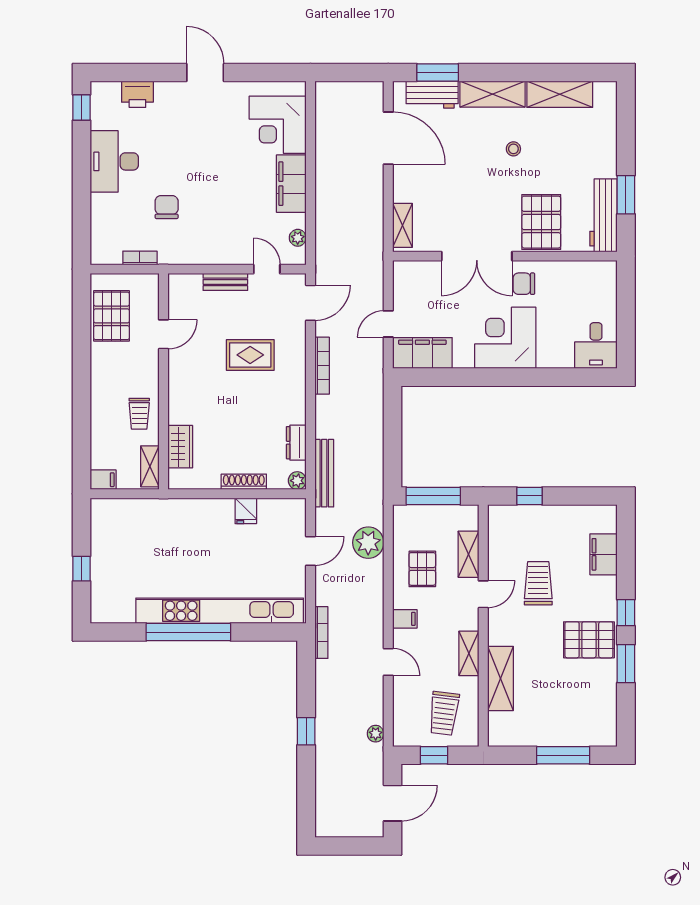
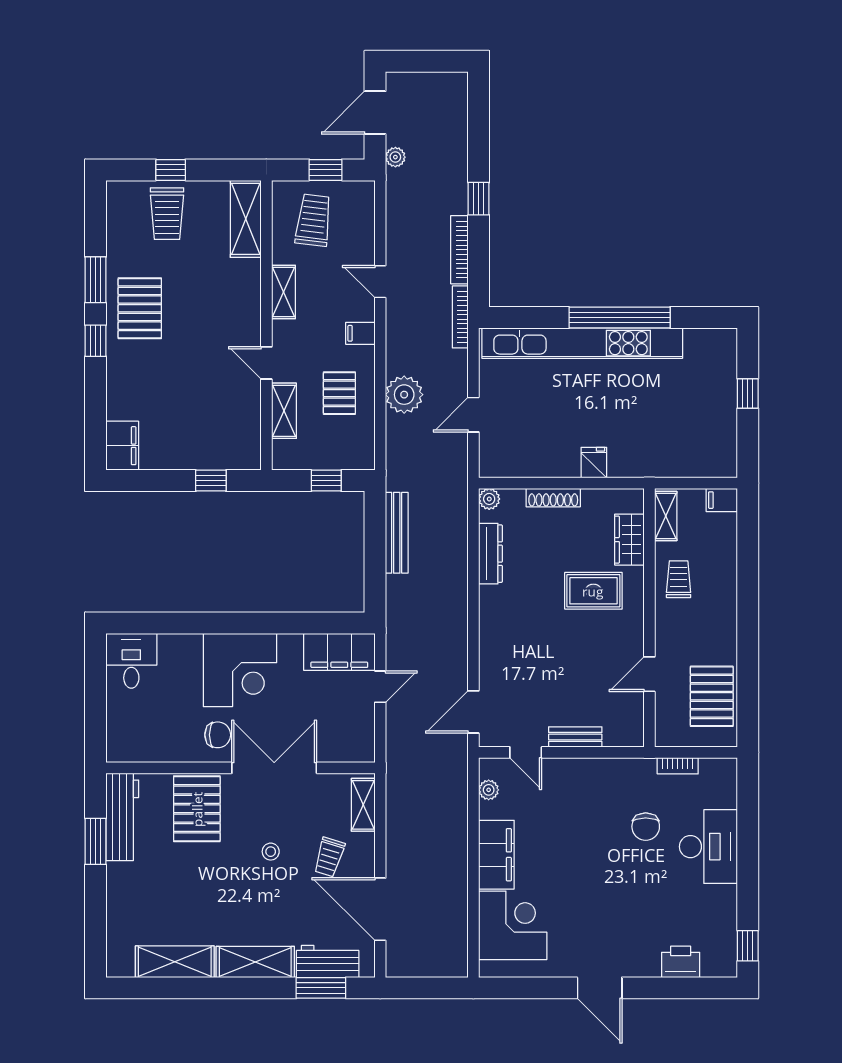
stool: (513, 149) -> (271, 852), moved
desk: (114, 161) -> (708, 847), moved
trolley: (431, 182) -> (329, 857), added
rug: (250, 355) -> (593, 591), moved
bookcase: (322, 366) -> (459, 250), moved
dresser: (296, 443) -> (490, 554), width x1.44
bench: (324, 473) -> (397, 533), moved
window: (433, 496) -> (326, 481), width x0.46
fridge: (246, 511) -> (594, 463), moved
plant: (368, 543) -> (404, 395), moved
filing cabinet: (604, 554) -> (122, 446), moved
trolley: (538, 583) -> (167, 214), moved
door: (483, 594) -> (266, 363), hinge flipped
pallet: (589, 640) -> (140, 308), turned 90
shelving: (500, 678) -> (246, 219), moved
plant: (376, 734) -> (395, 157), moved
window: (563, 755) -> (171, 170), width x0.46

